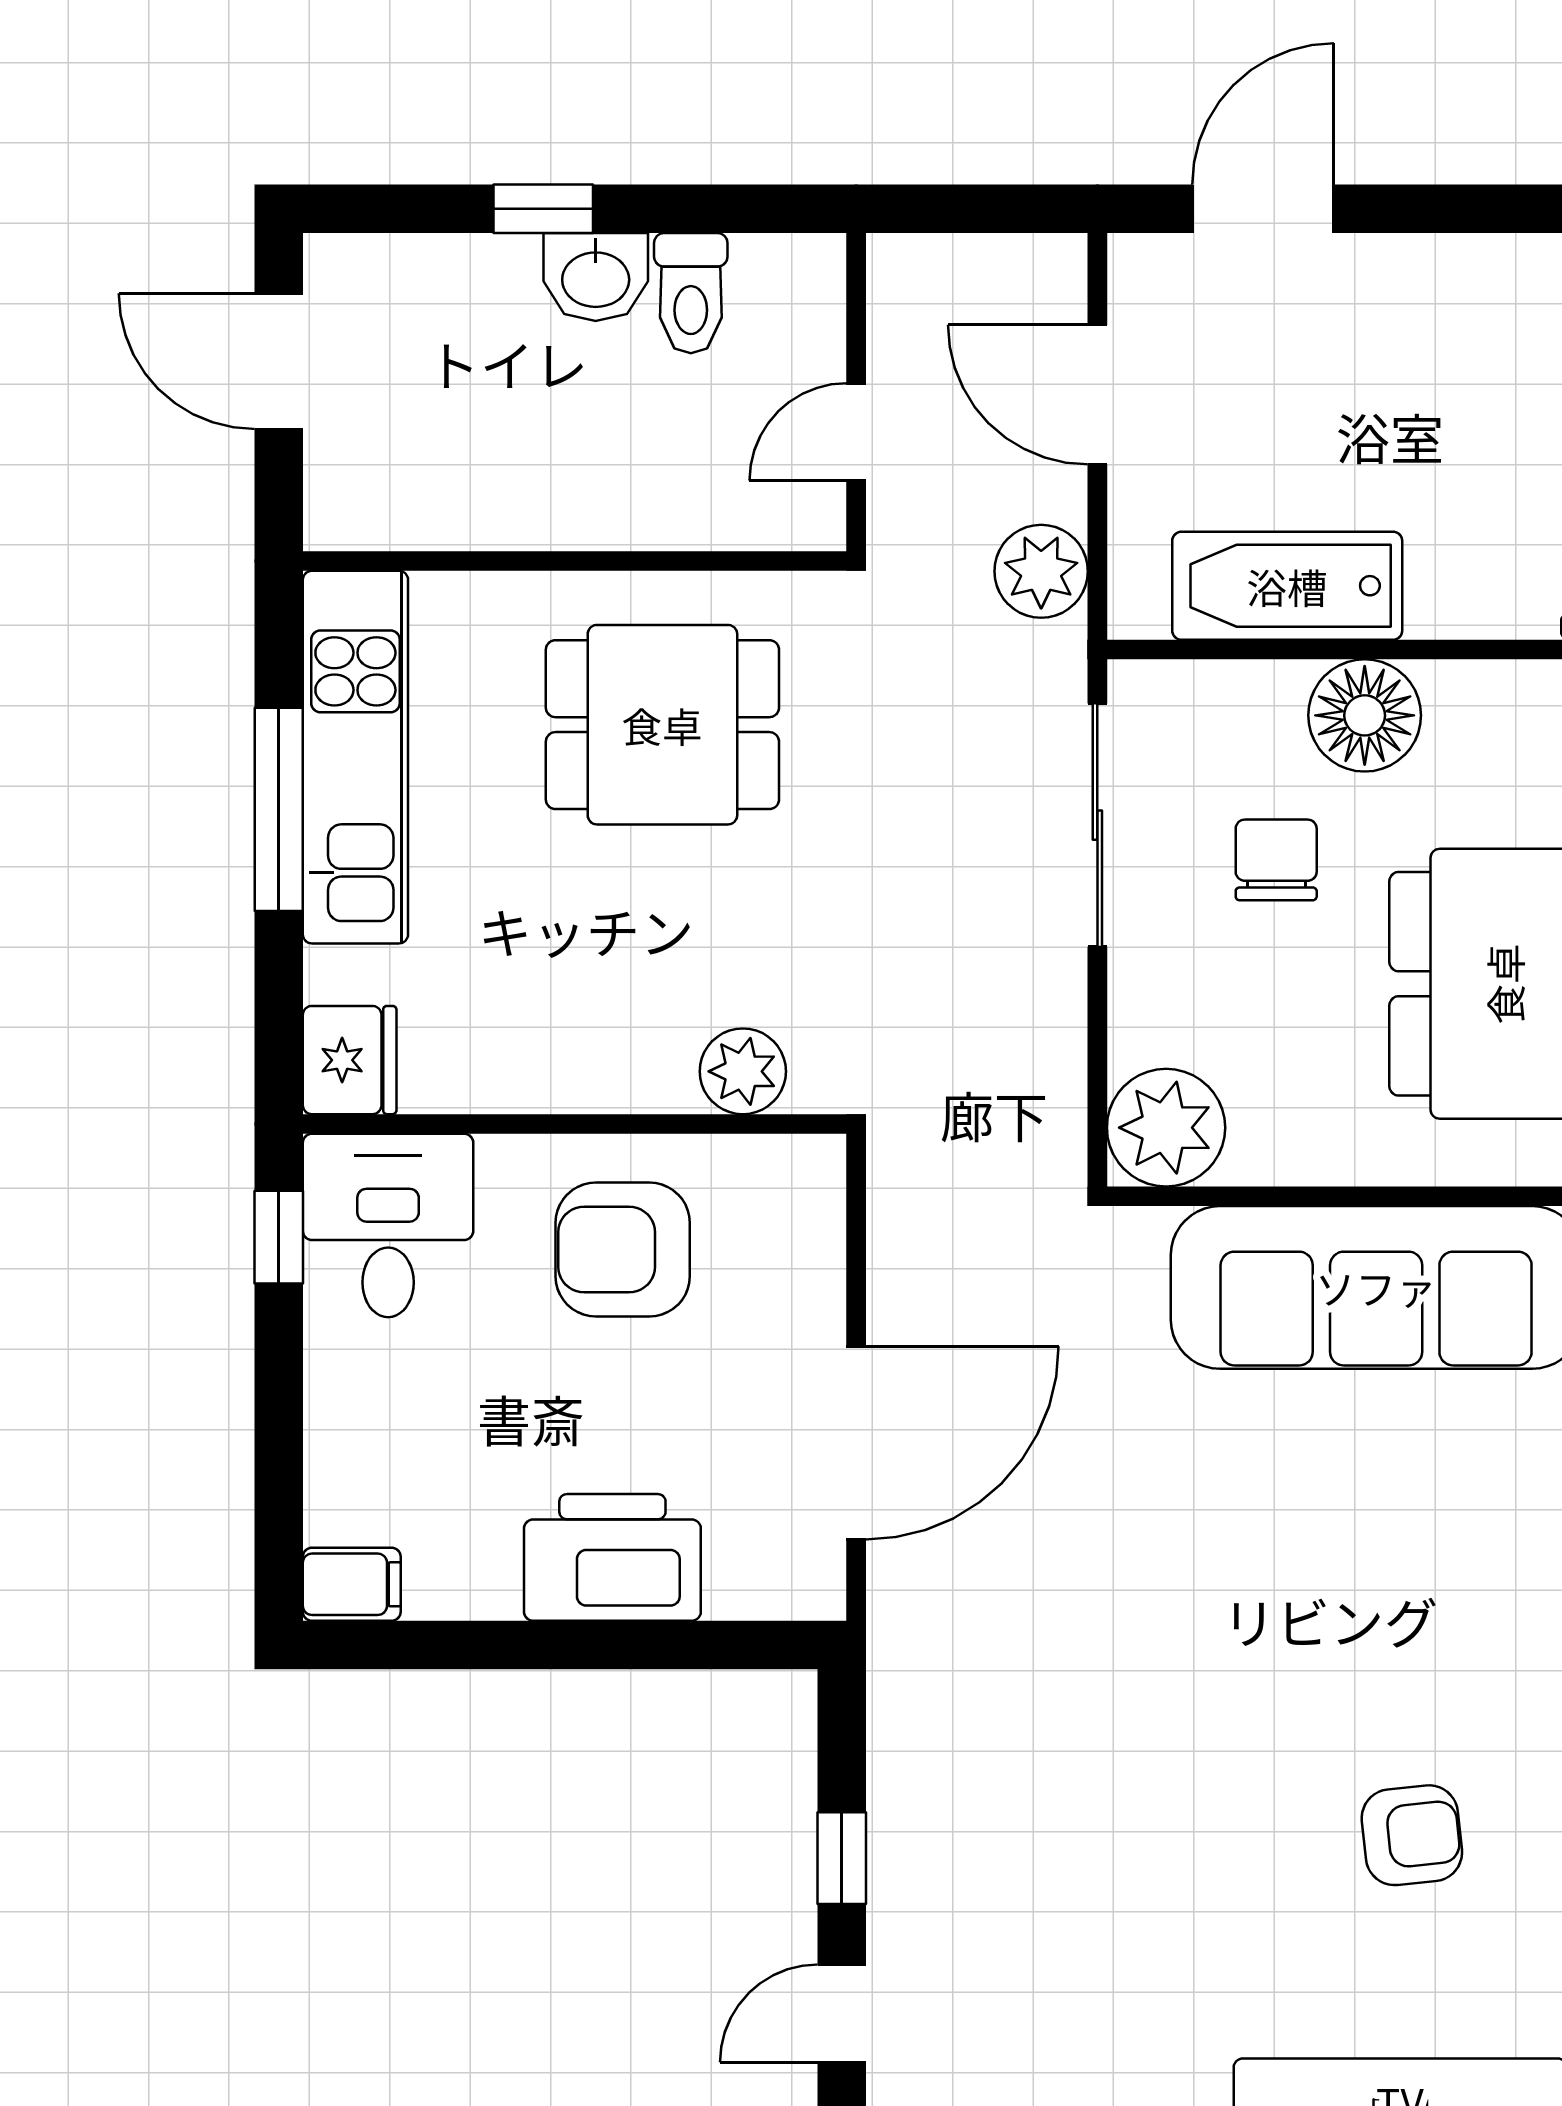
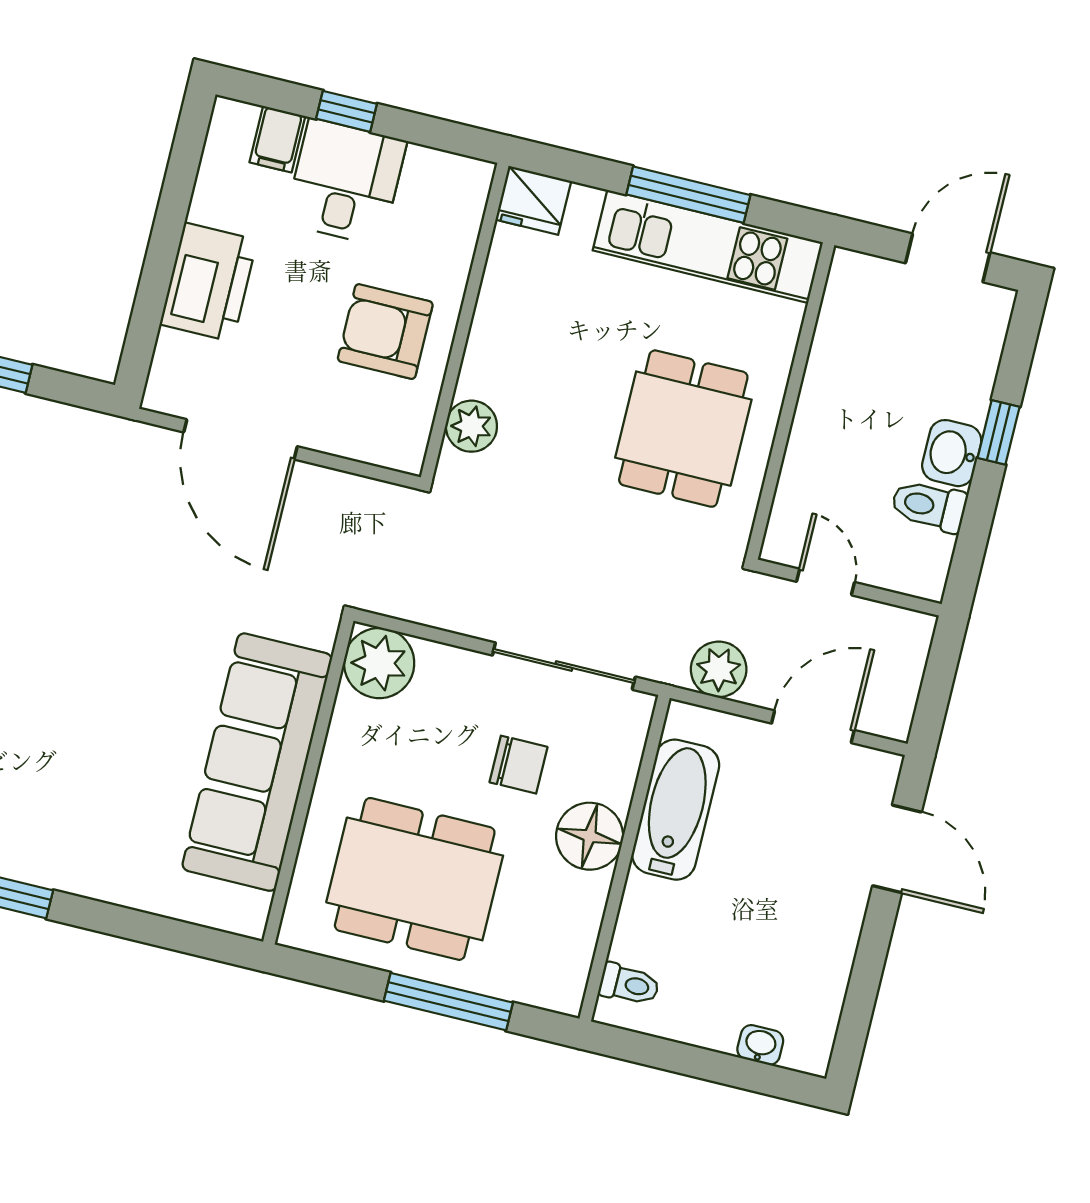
desk: (388, 1225) -> (345, 182), moved, turned -90
window: (279, 1237) -> (346, 111), moved
armchair: (623, 1250) -> (385, 332), turned -90
filing cabinet: (352, 1584) -> (277, 139), moved

